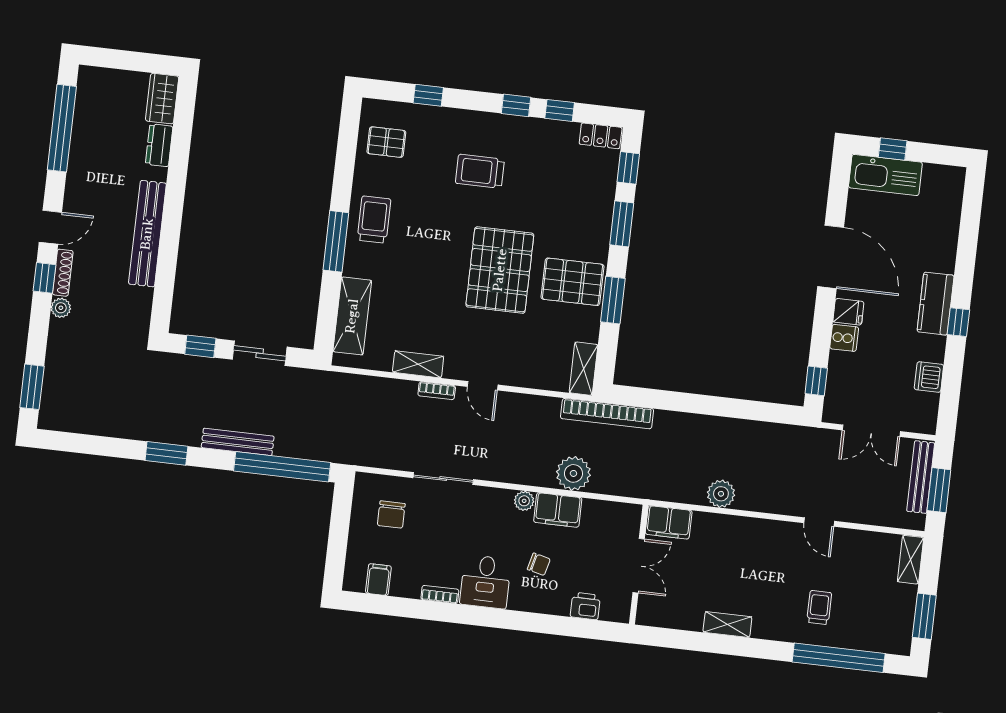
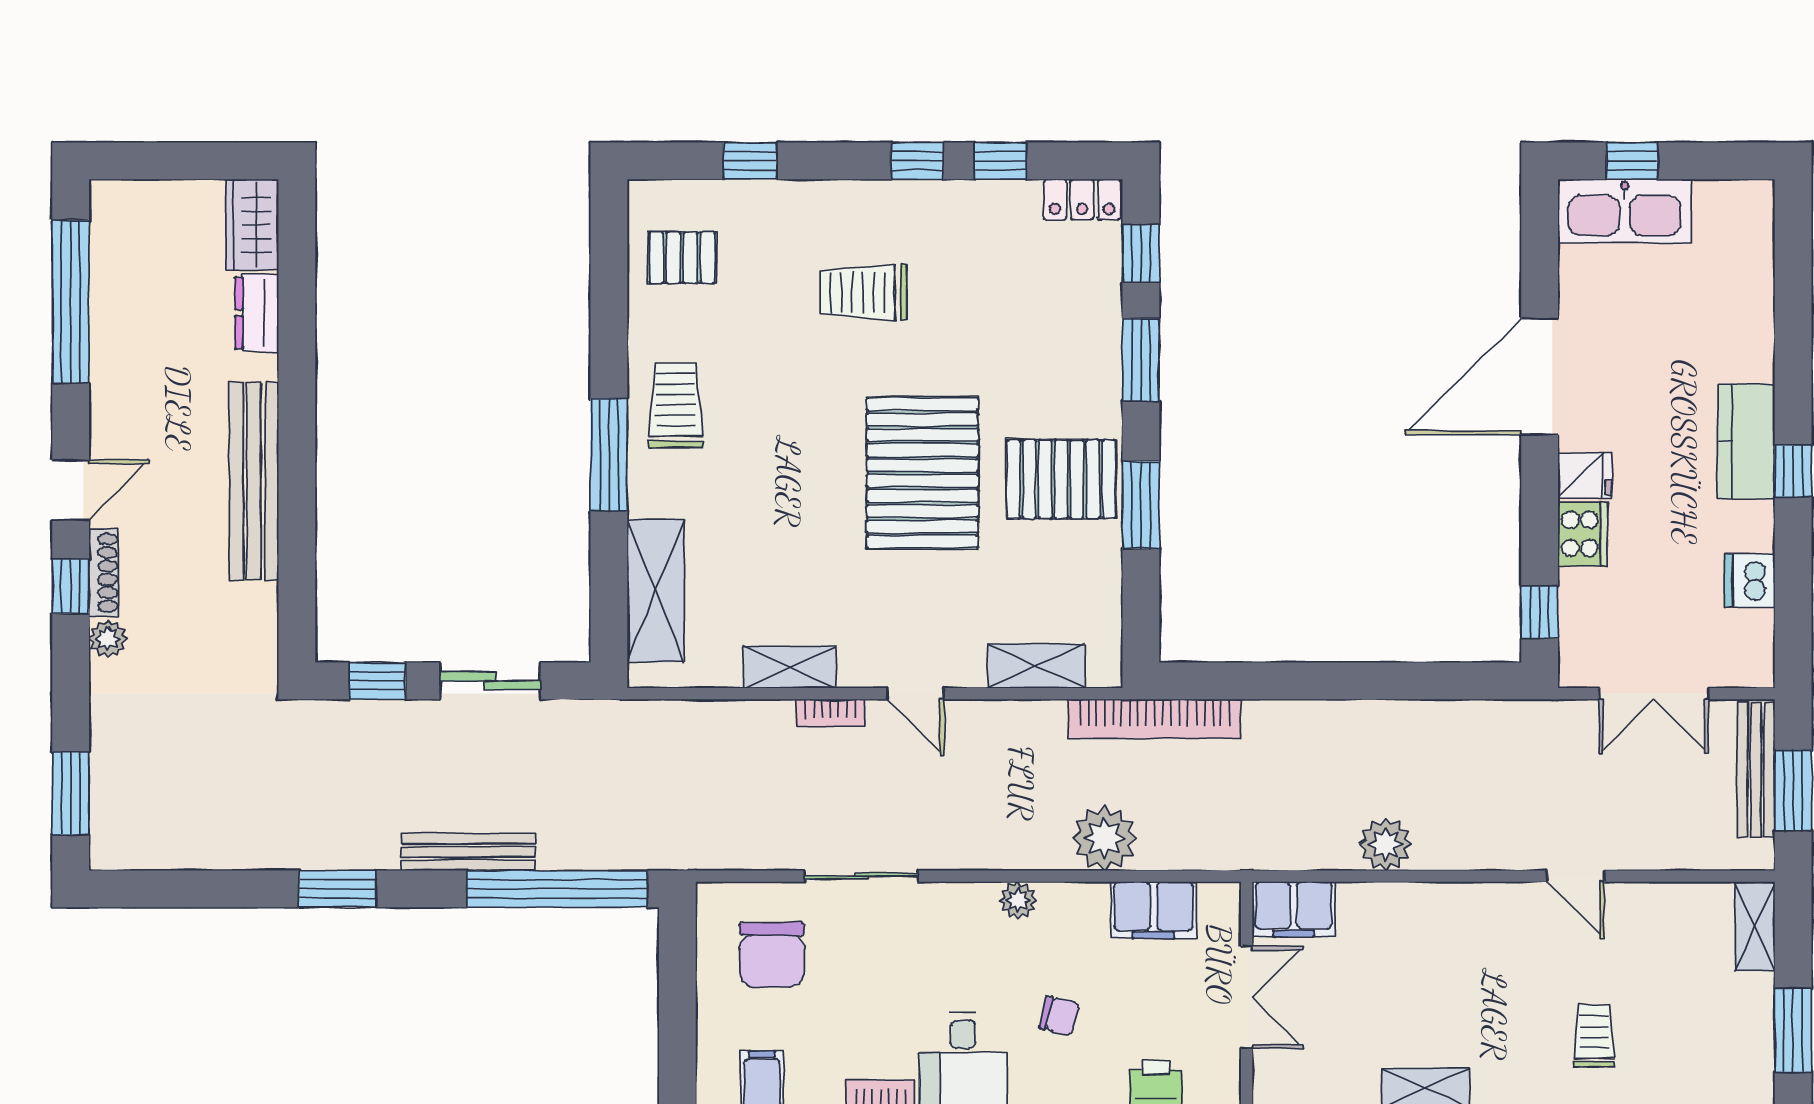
door: (831, 257) -> (1540, 376), swing flipped
cooker: (844, 338) -> (1583, 534), width x1.36
shelving: (584, 369) -> (1036, 666), moved, turned 90
filing cabinet: (558, 510) -> (1154, 910), moved
chair: (391, 514) -> (772, 955), width x1.37, depth x1.37

